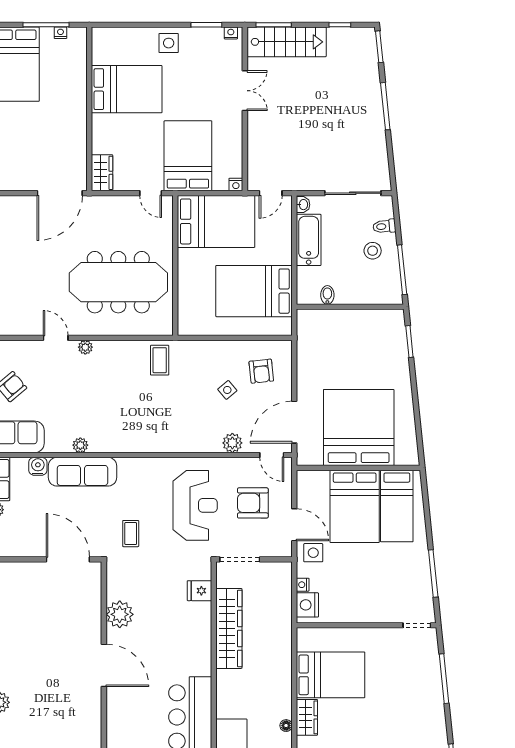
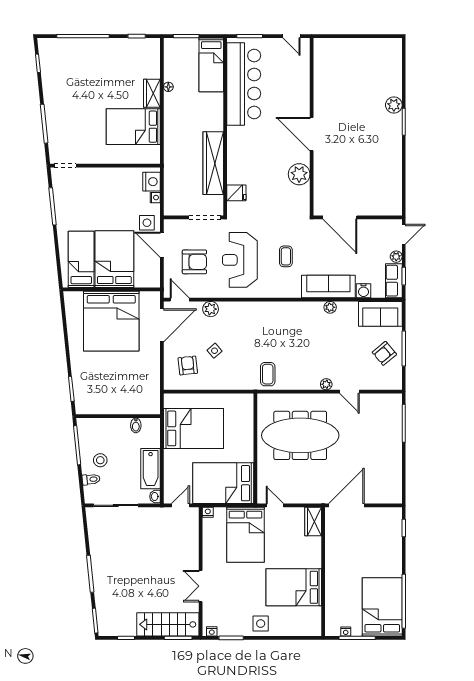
coffee table: (131, 534) -> (286, 256), moved

